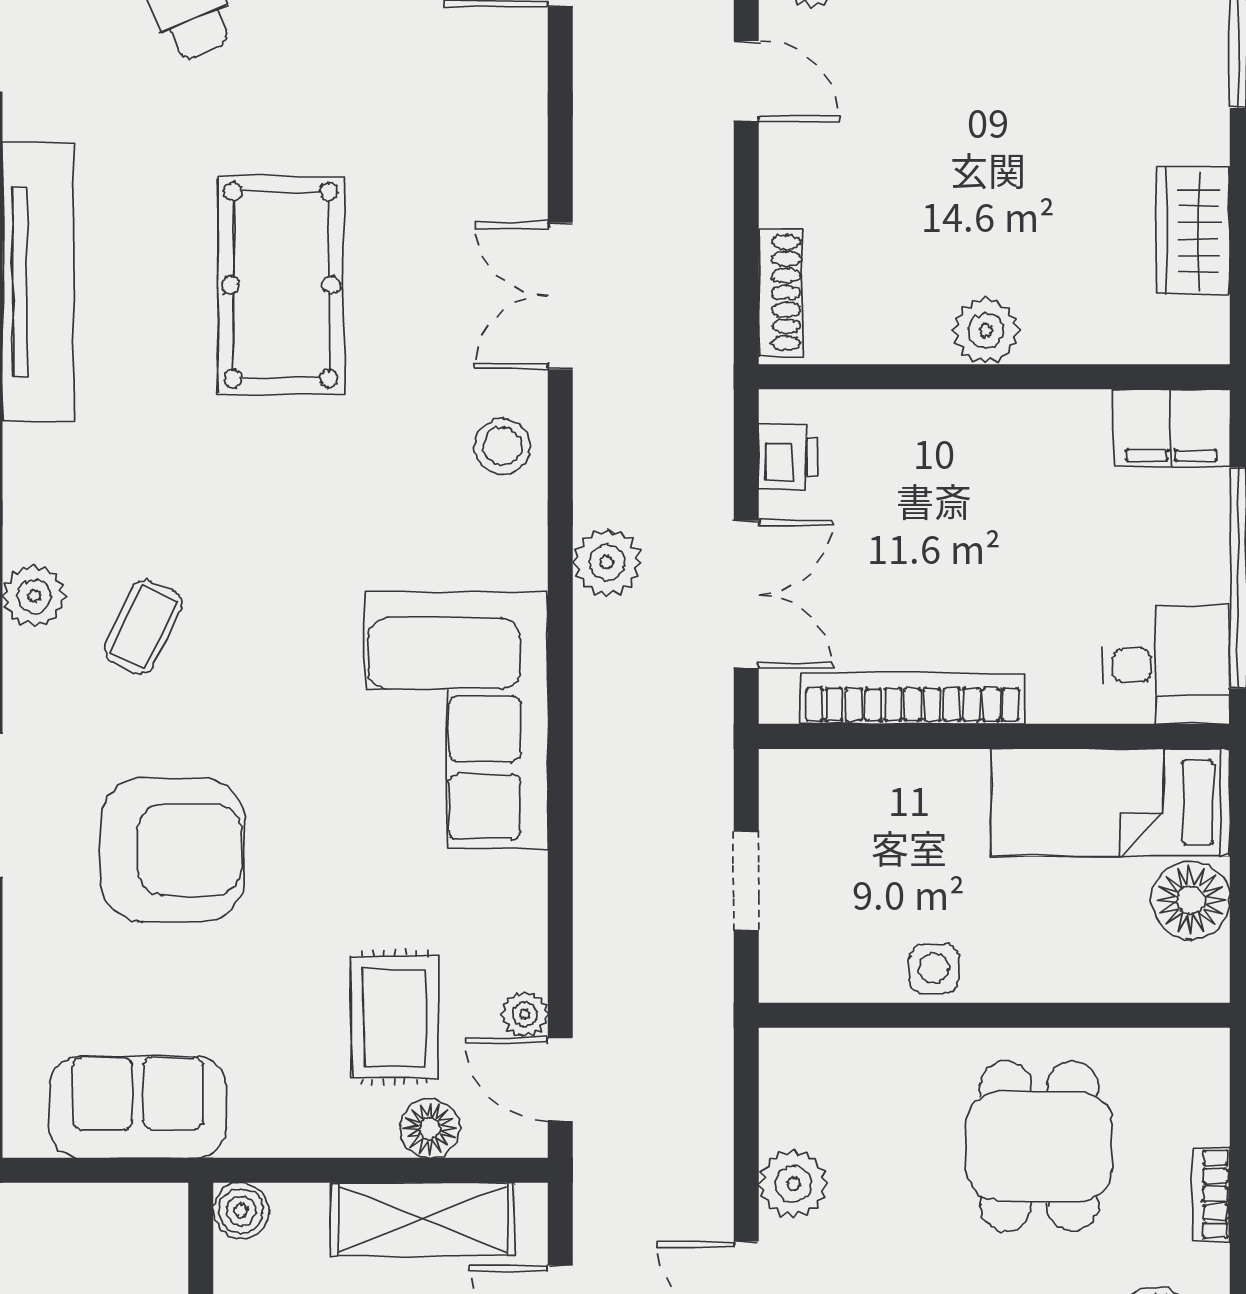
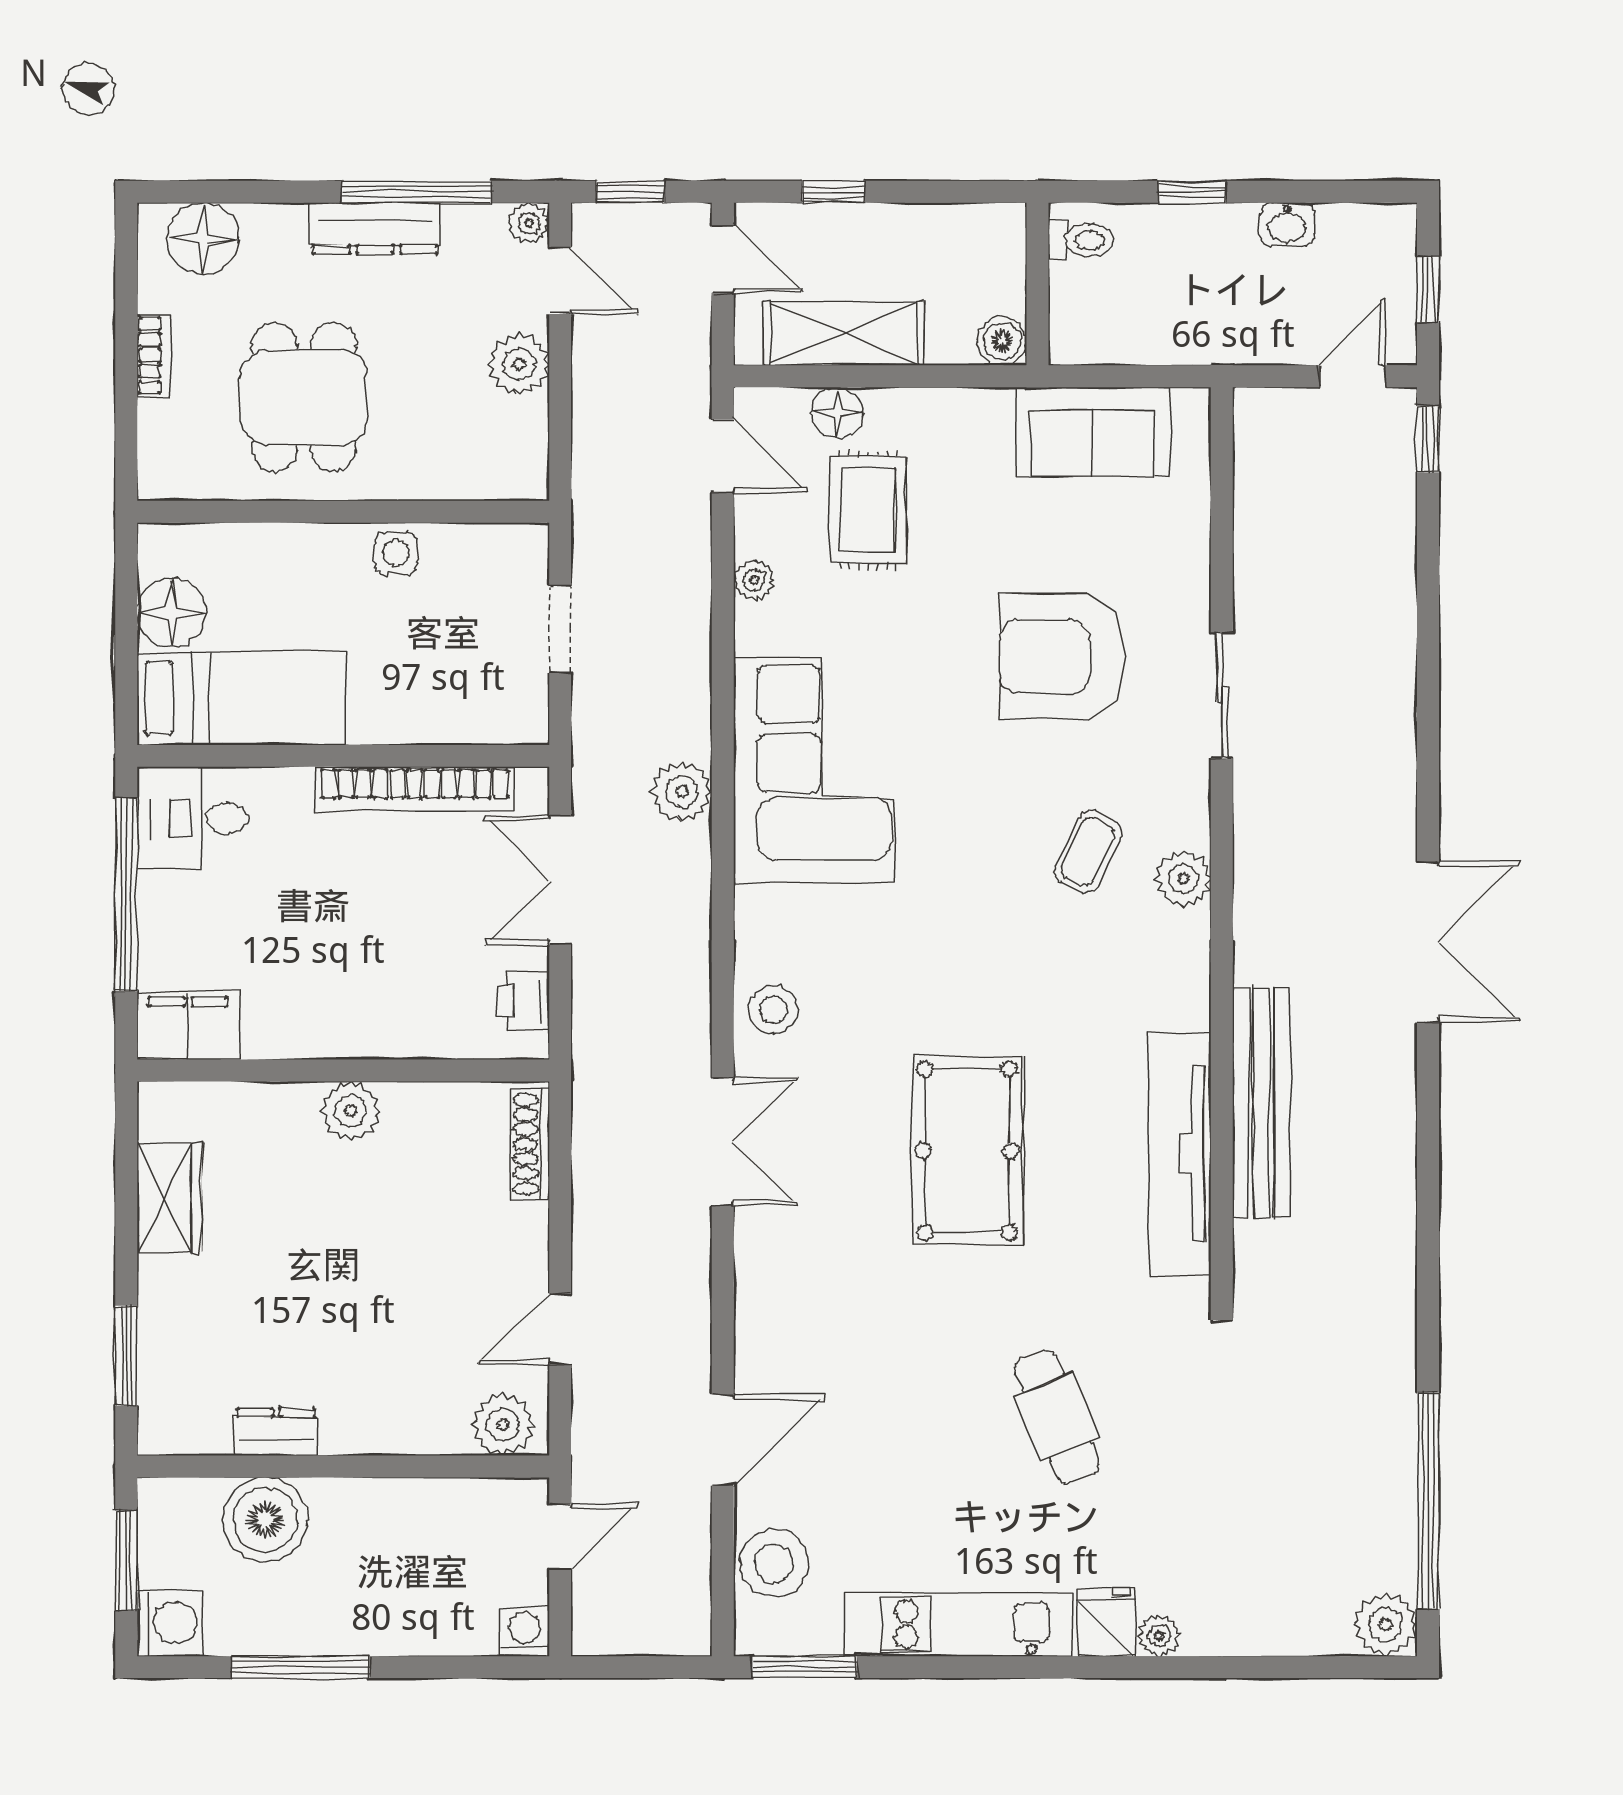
door: (746, 81) -> (560, 1329), hinge flipped
plant: (607, 563) -> (682, 792), moved
plant: (525, 1014) -> (754, 580), moved

